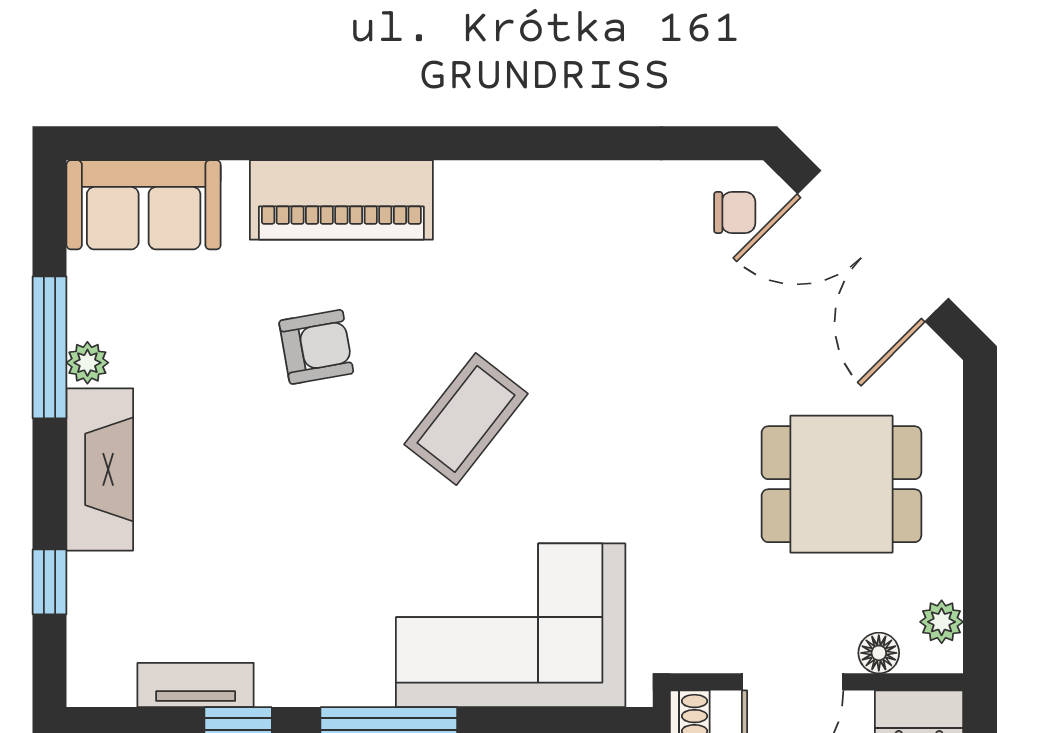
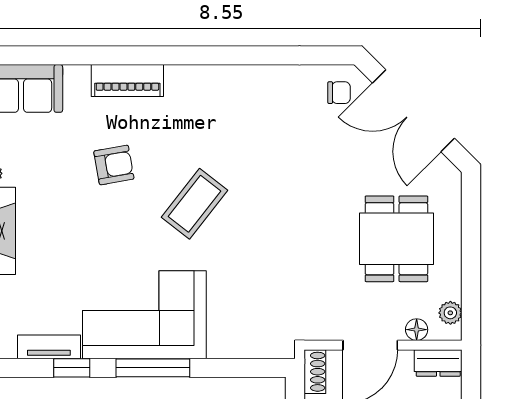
piano: (341, 200) -> (127, 81), width x0.73, depth x0.75
dining table: (841, 484) -> (396, 239), turned 90
corner sofa: (511, 625) -> (144, 315), moved

